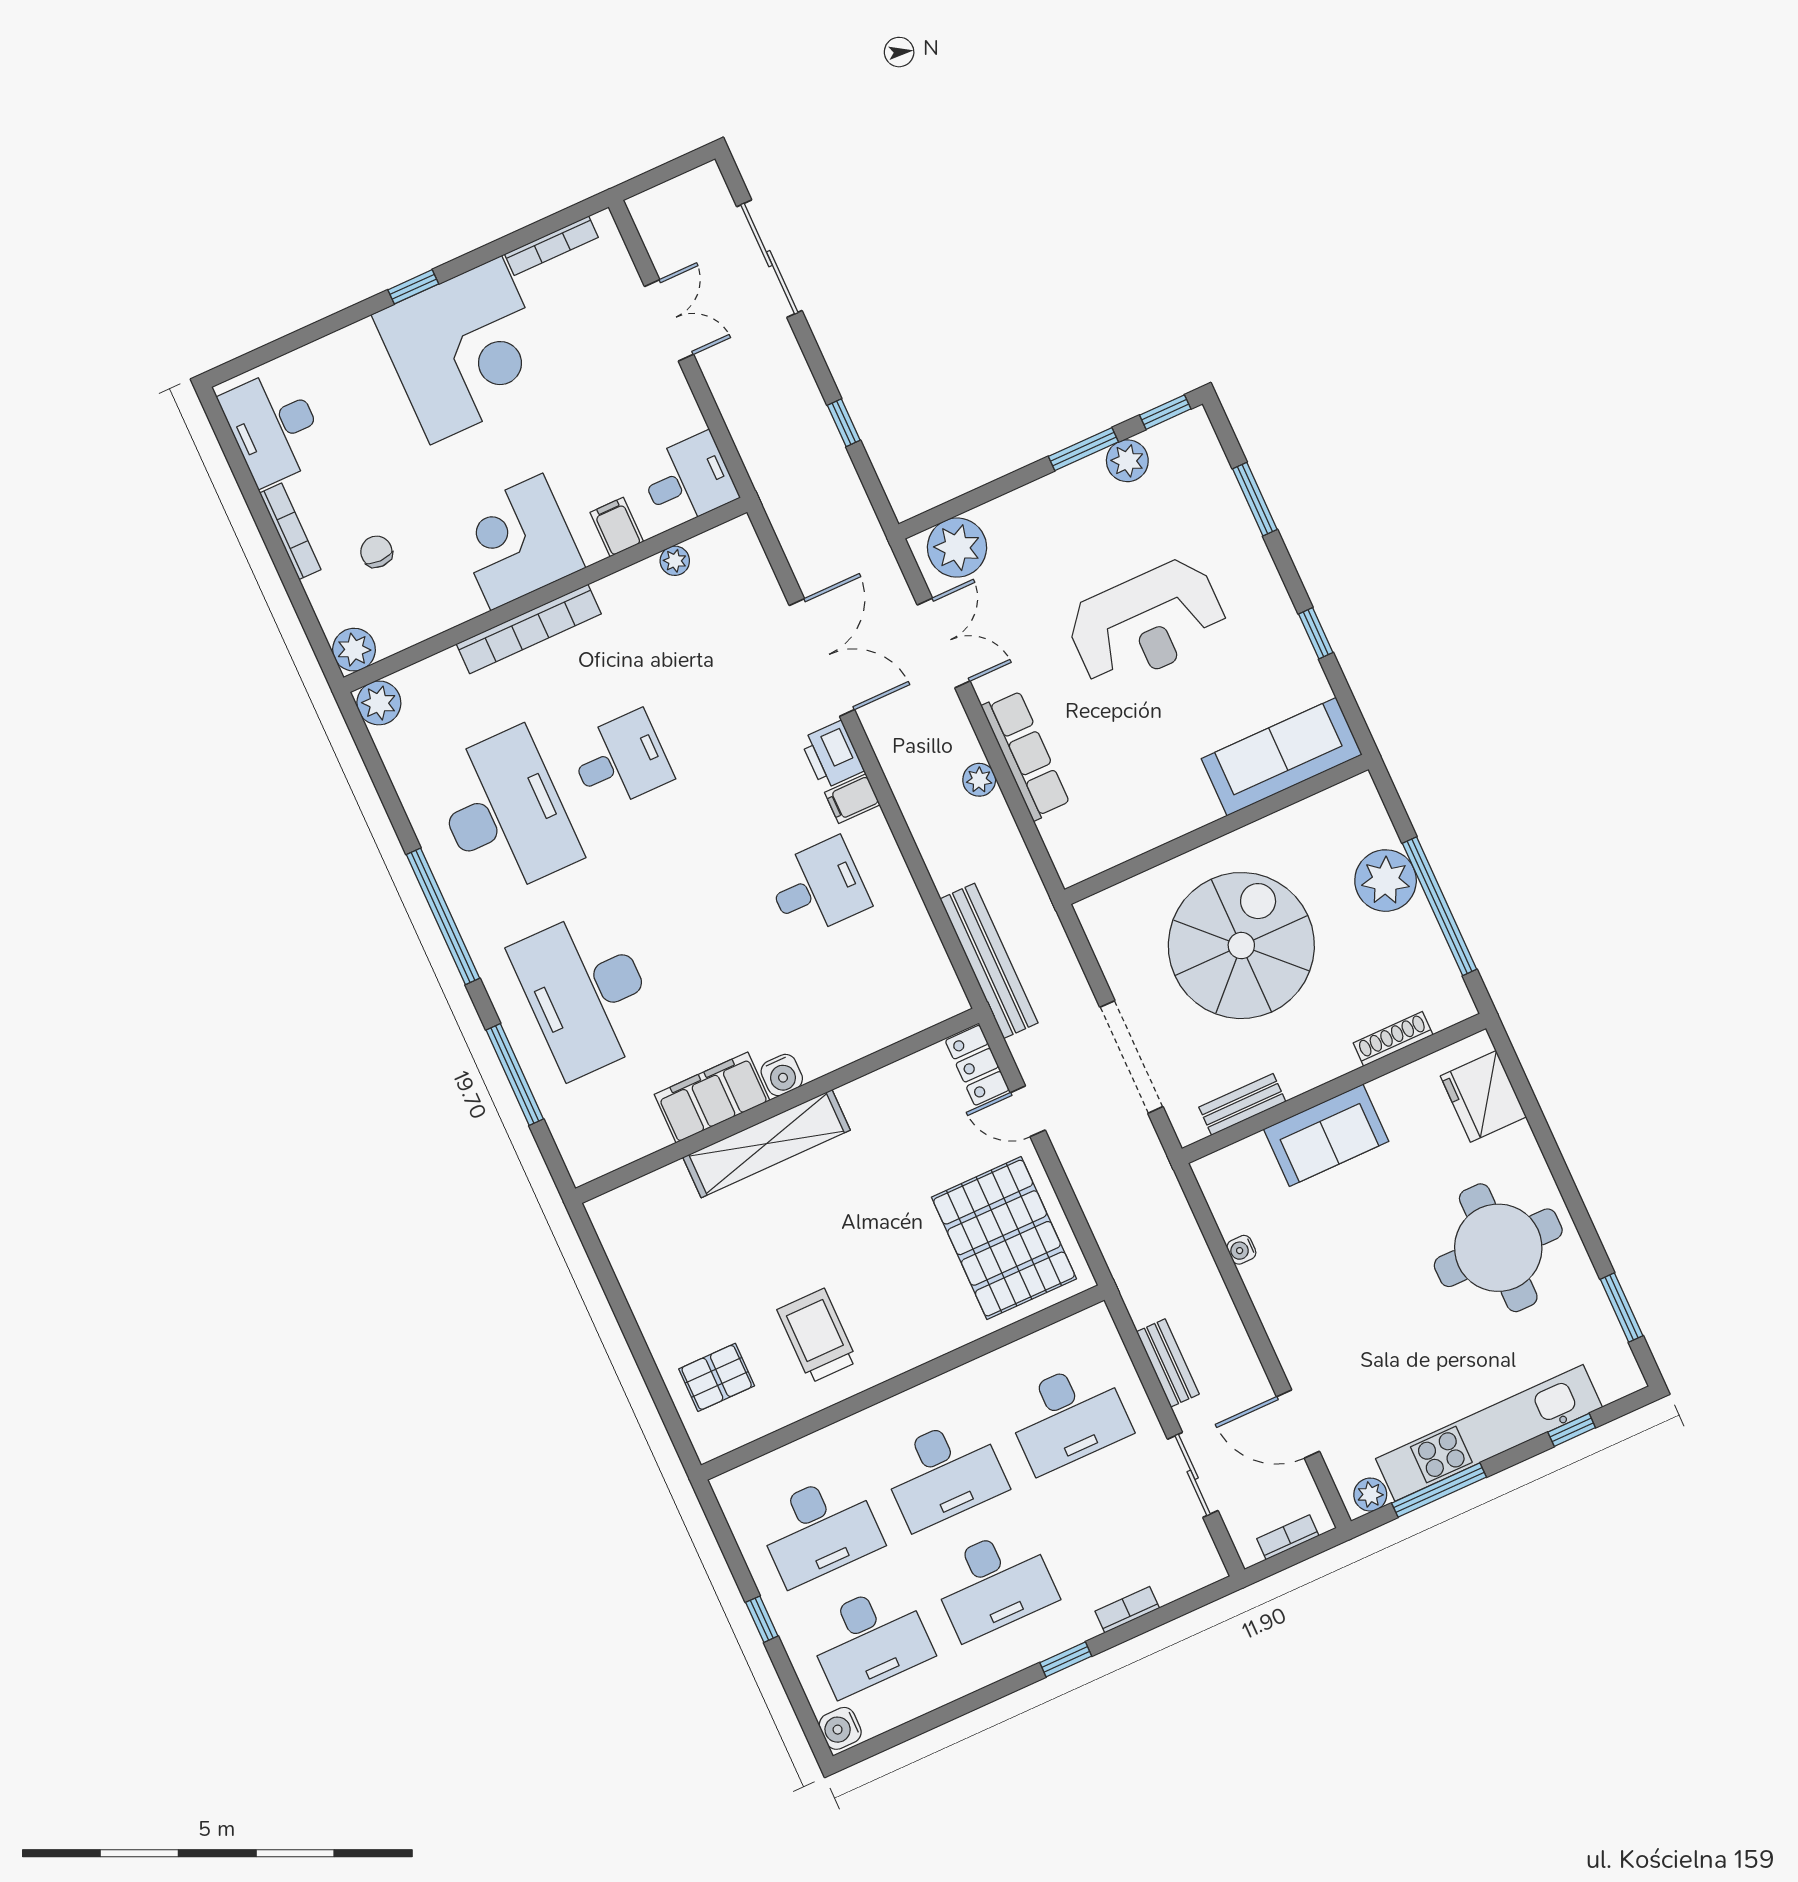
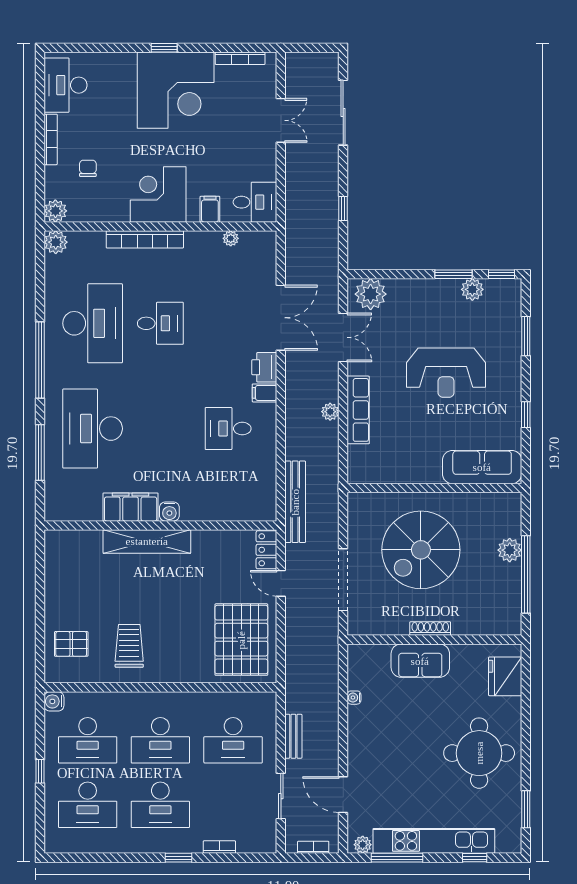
plant: (1386, 881) -> (510, 550), width x0.73, depth x0.73
desk: (818, 888) -> (228, 429), turned 180
spiral stairs: (1241, 946) -> (421, 550), turned 180
shoe rack: (1393, 1039) -> (430, 629), moved
bench: (1242, 1104) -> (386, 627), removed
water cooler: (840, 1728) -> (54, 701), moved

